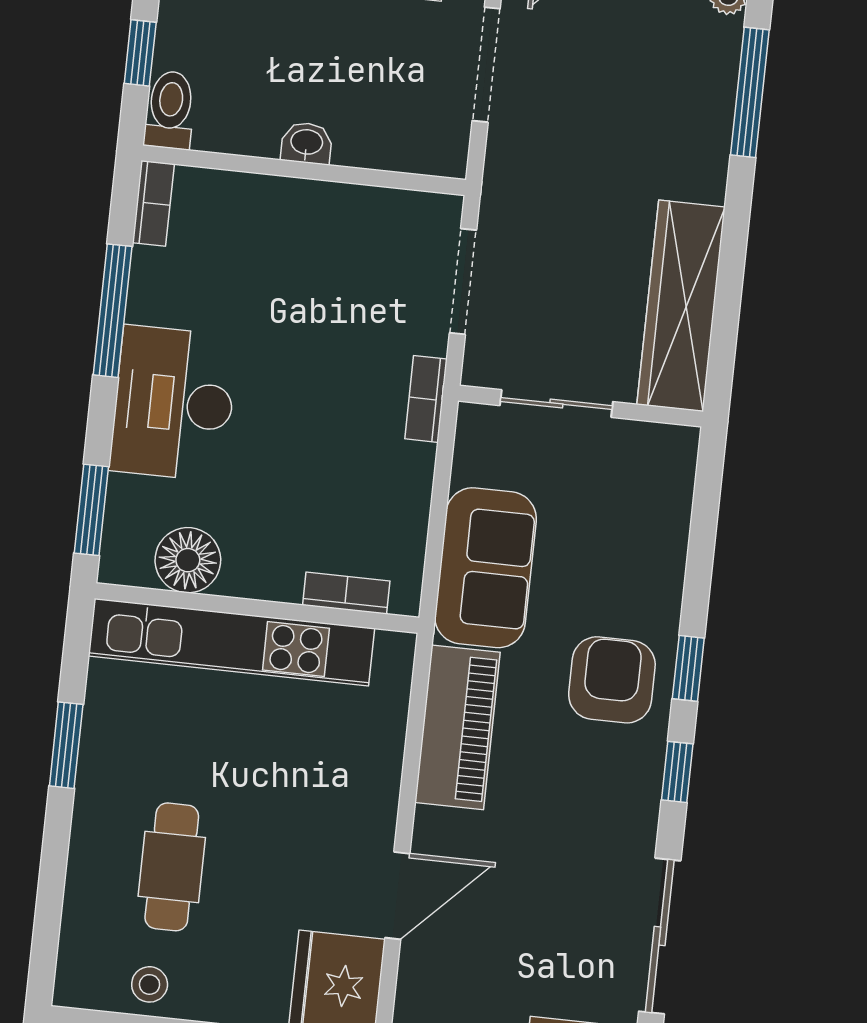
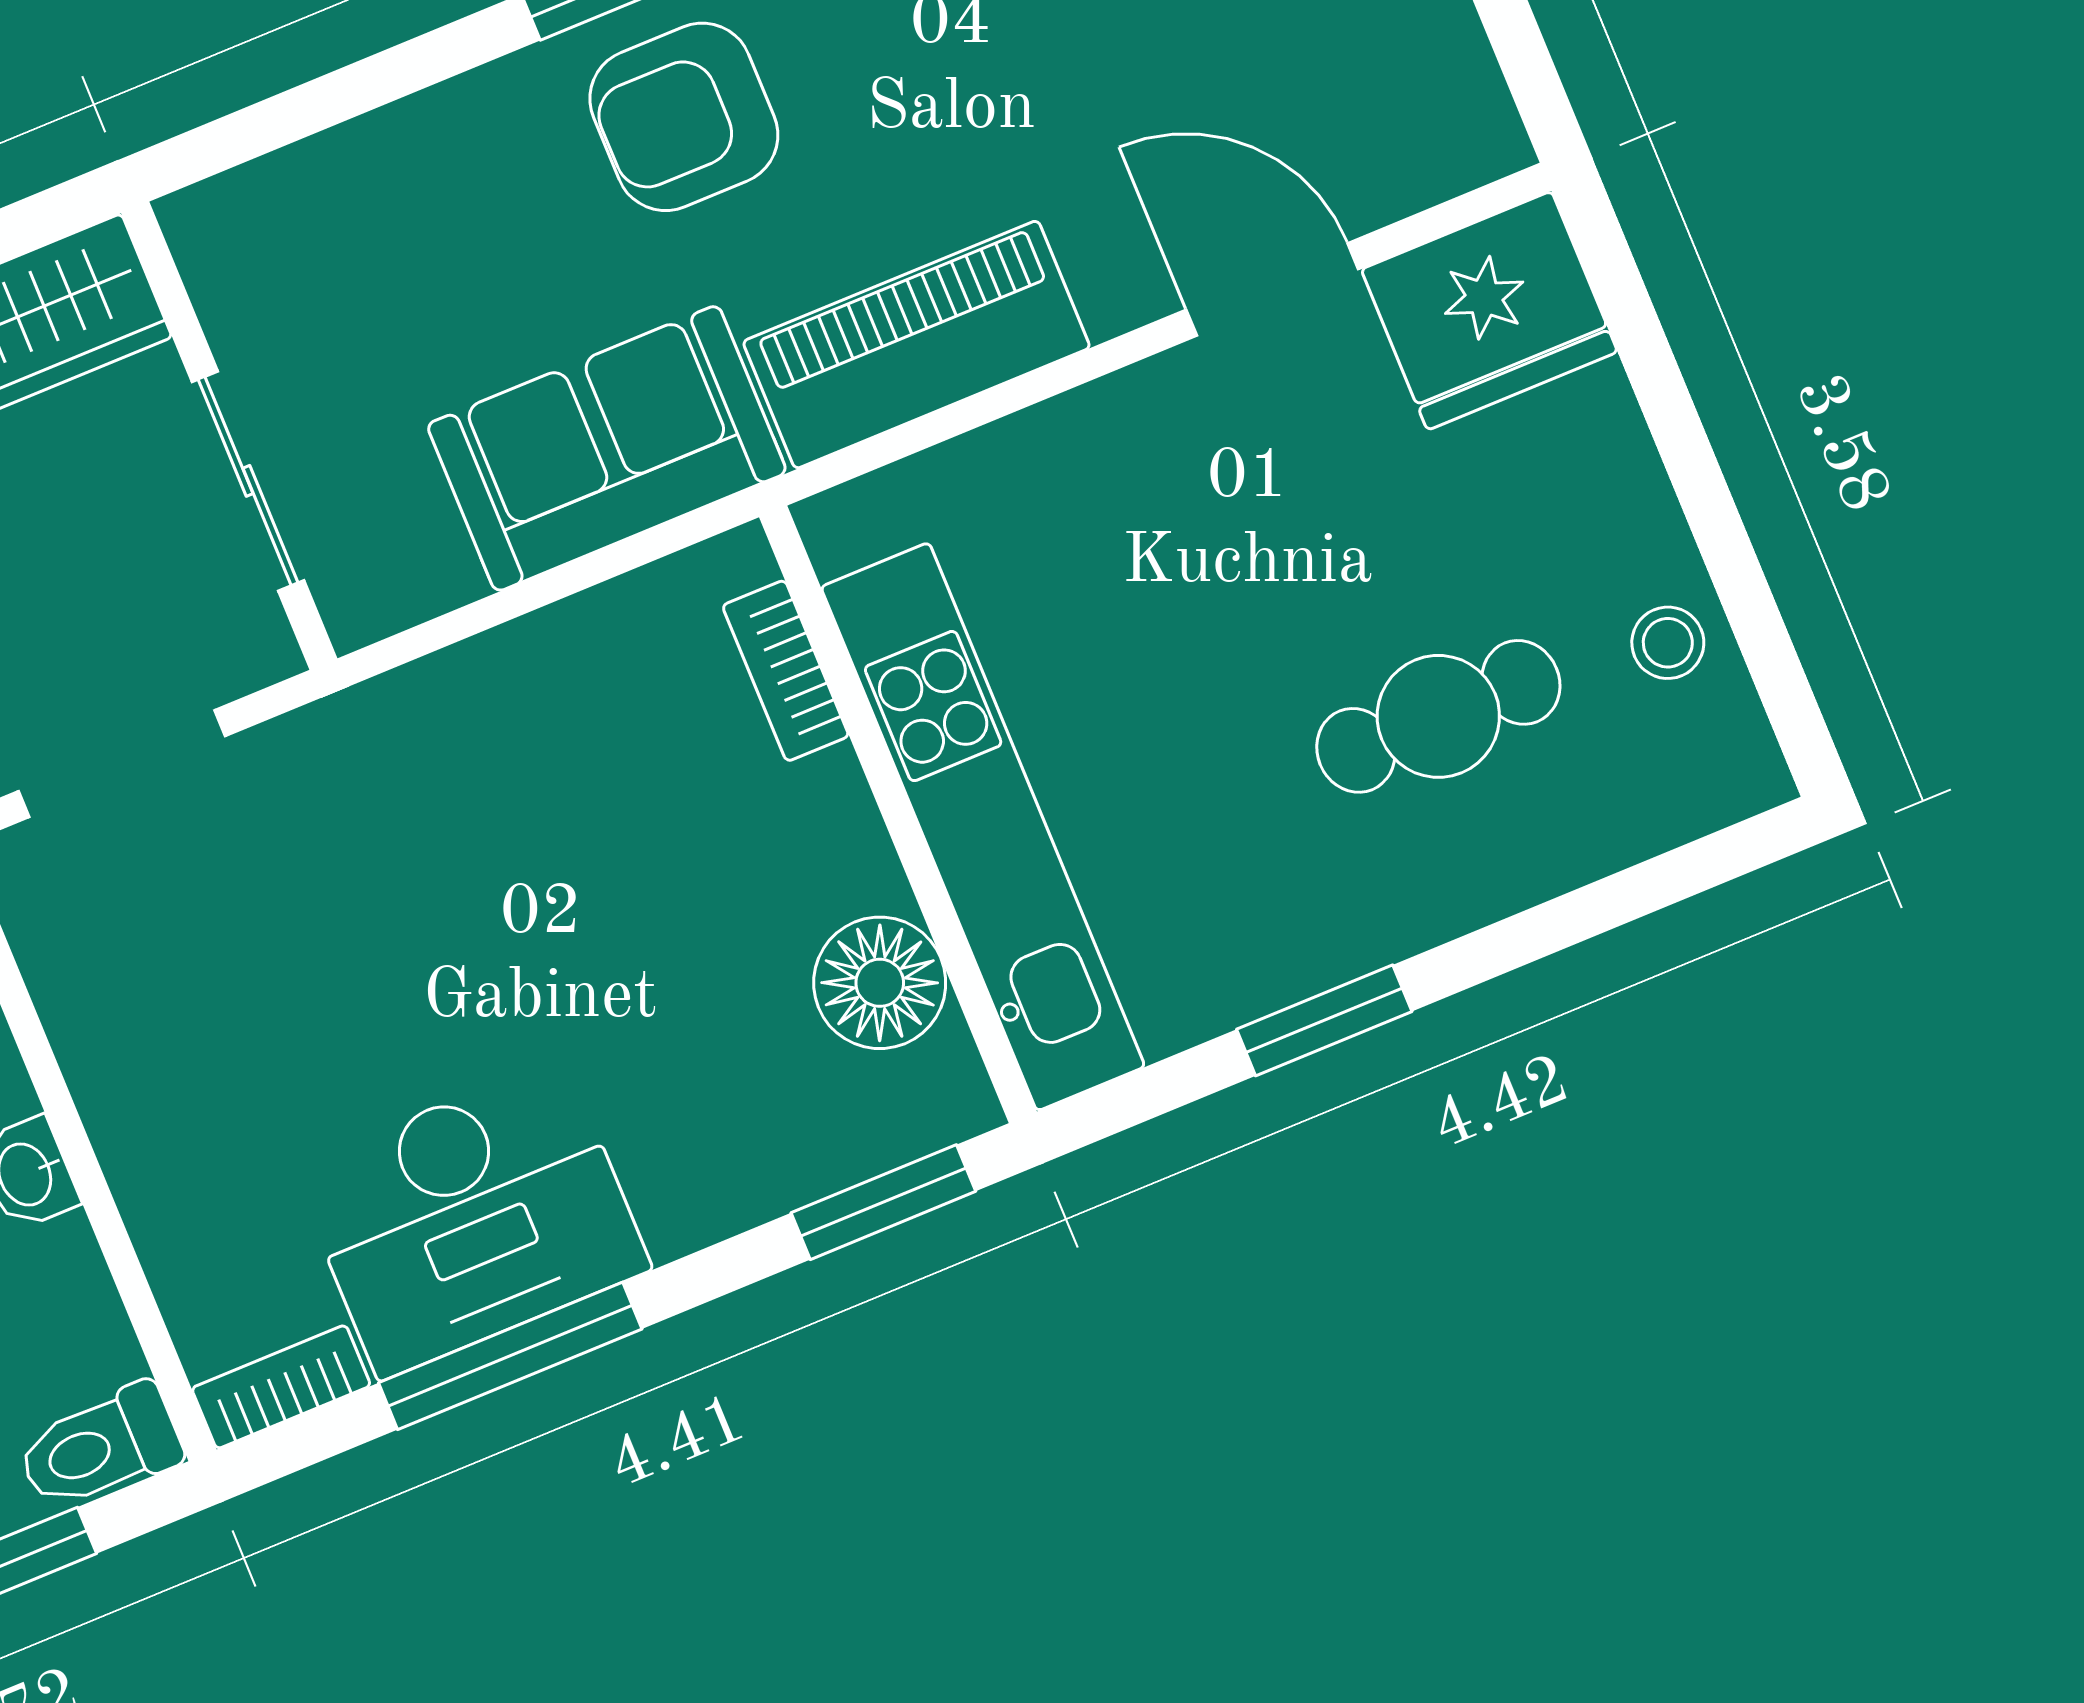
bookcase: (426, 399) -> (365, 716), removed
desk: (174, 403) -> (472, 1218), moved

